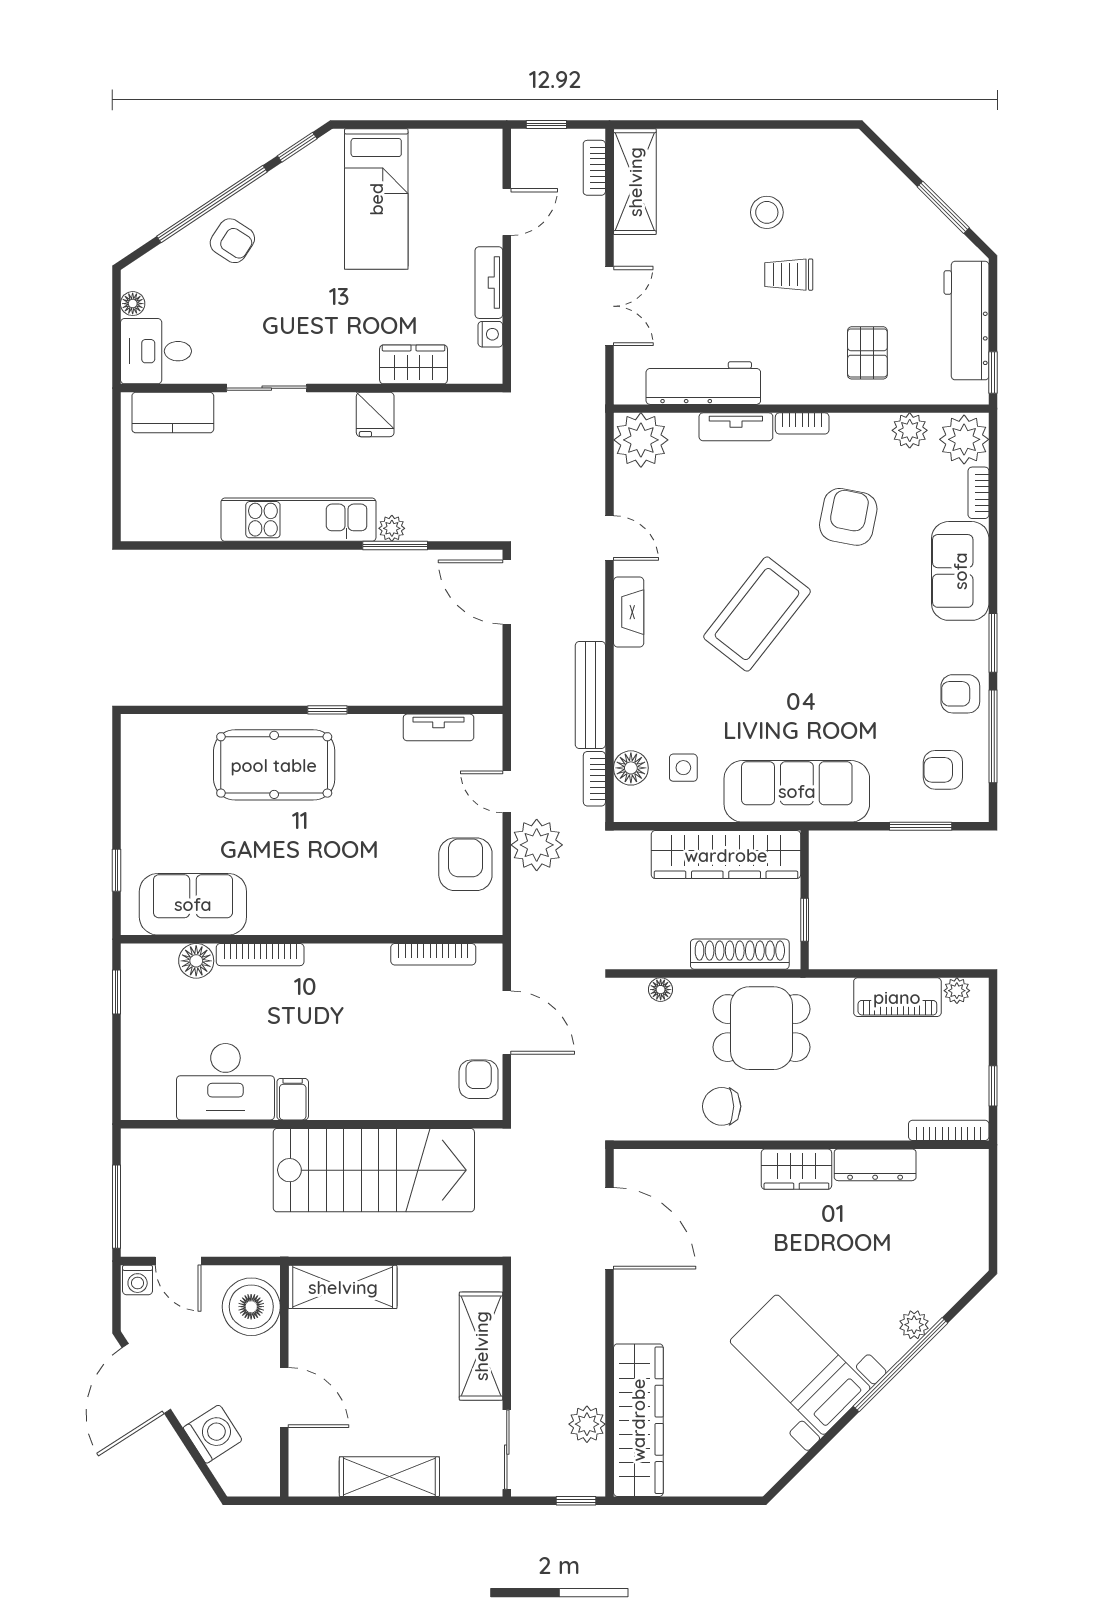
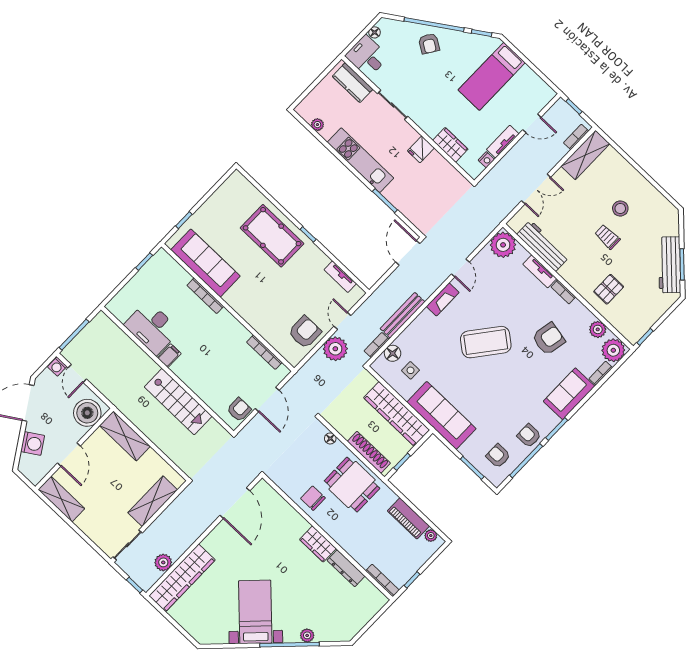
workbench: (966, 321) -> (670, 265), moved, turned -45
plant: (392, 528) -> (317, 125), moved
sofa: (193, 904) -> (205, 263), width x1.36
floor lamp: (196, 961) -> (182, 277), removed
stairs: (374, 1170) -> (178, 402), width x0.73, depth x0.66
shelving: (389, 1477) -> (61, 499), moved

